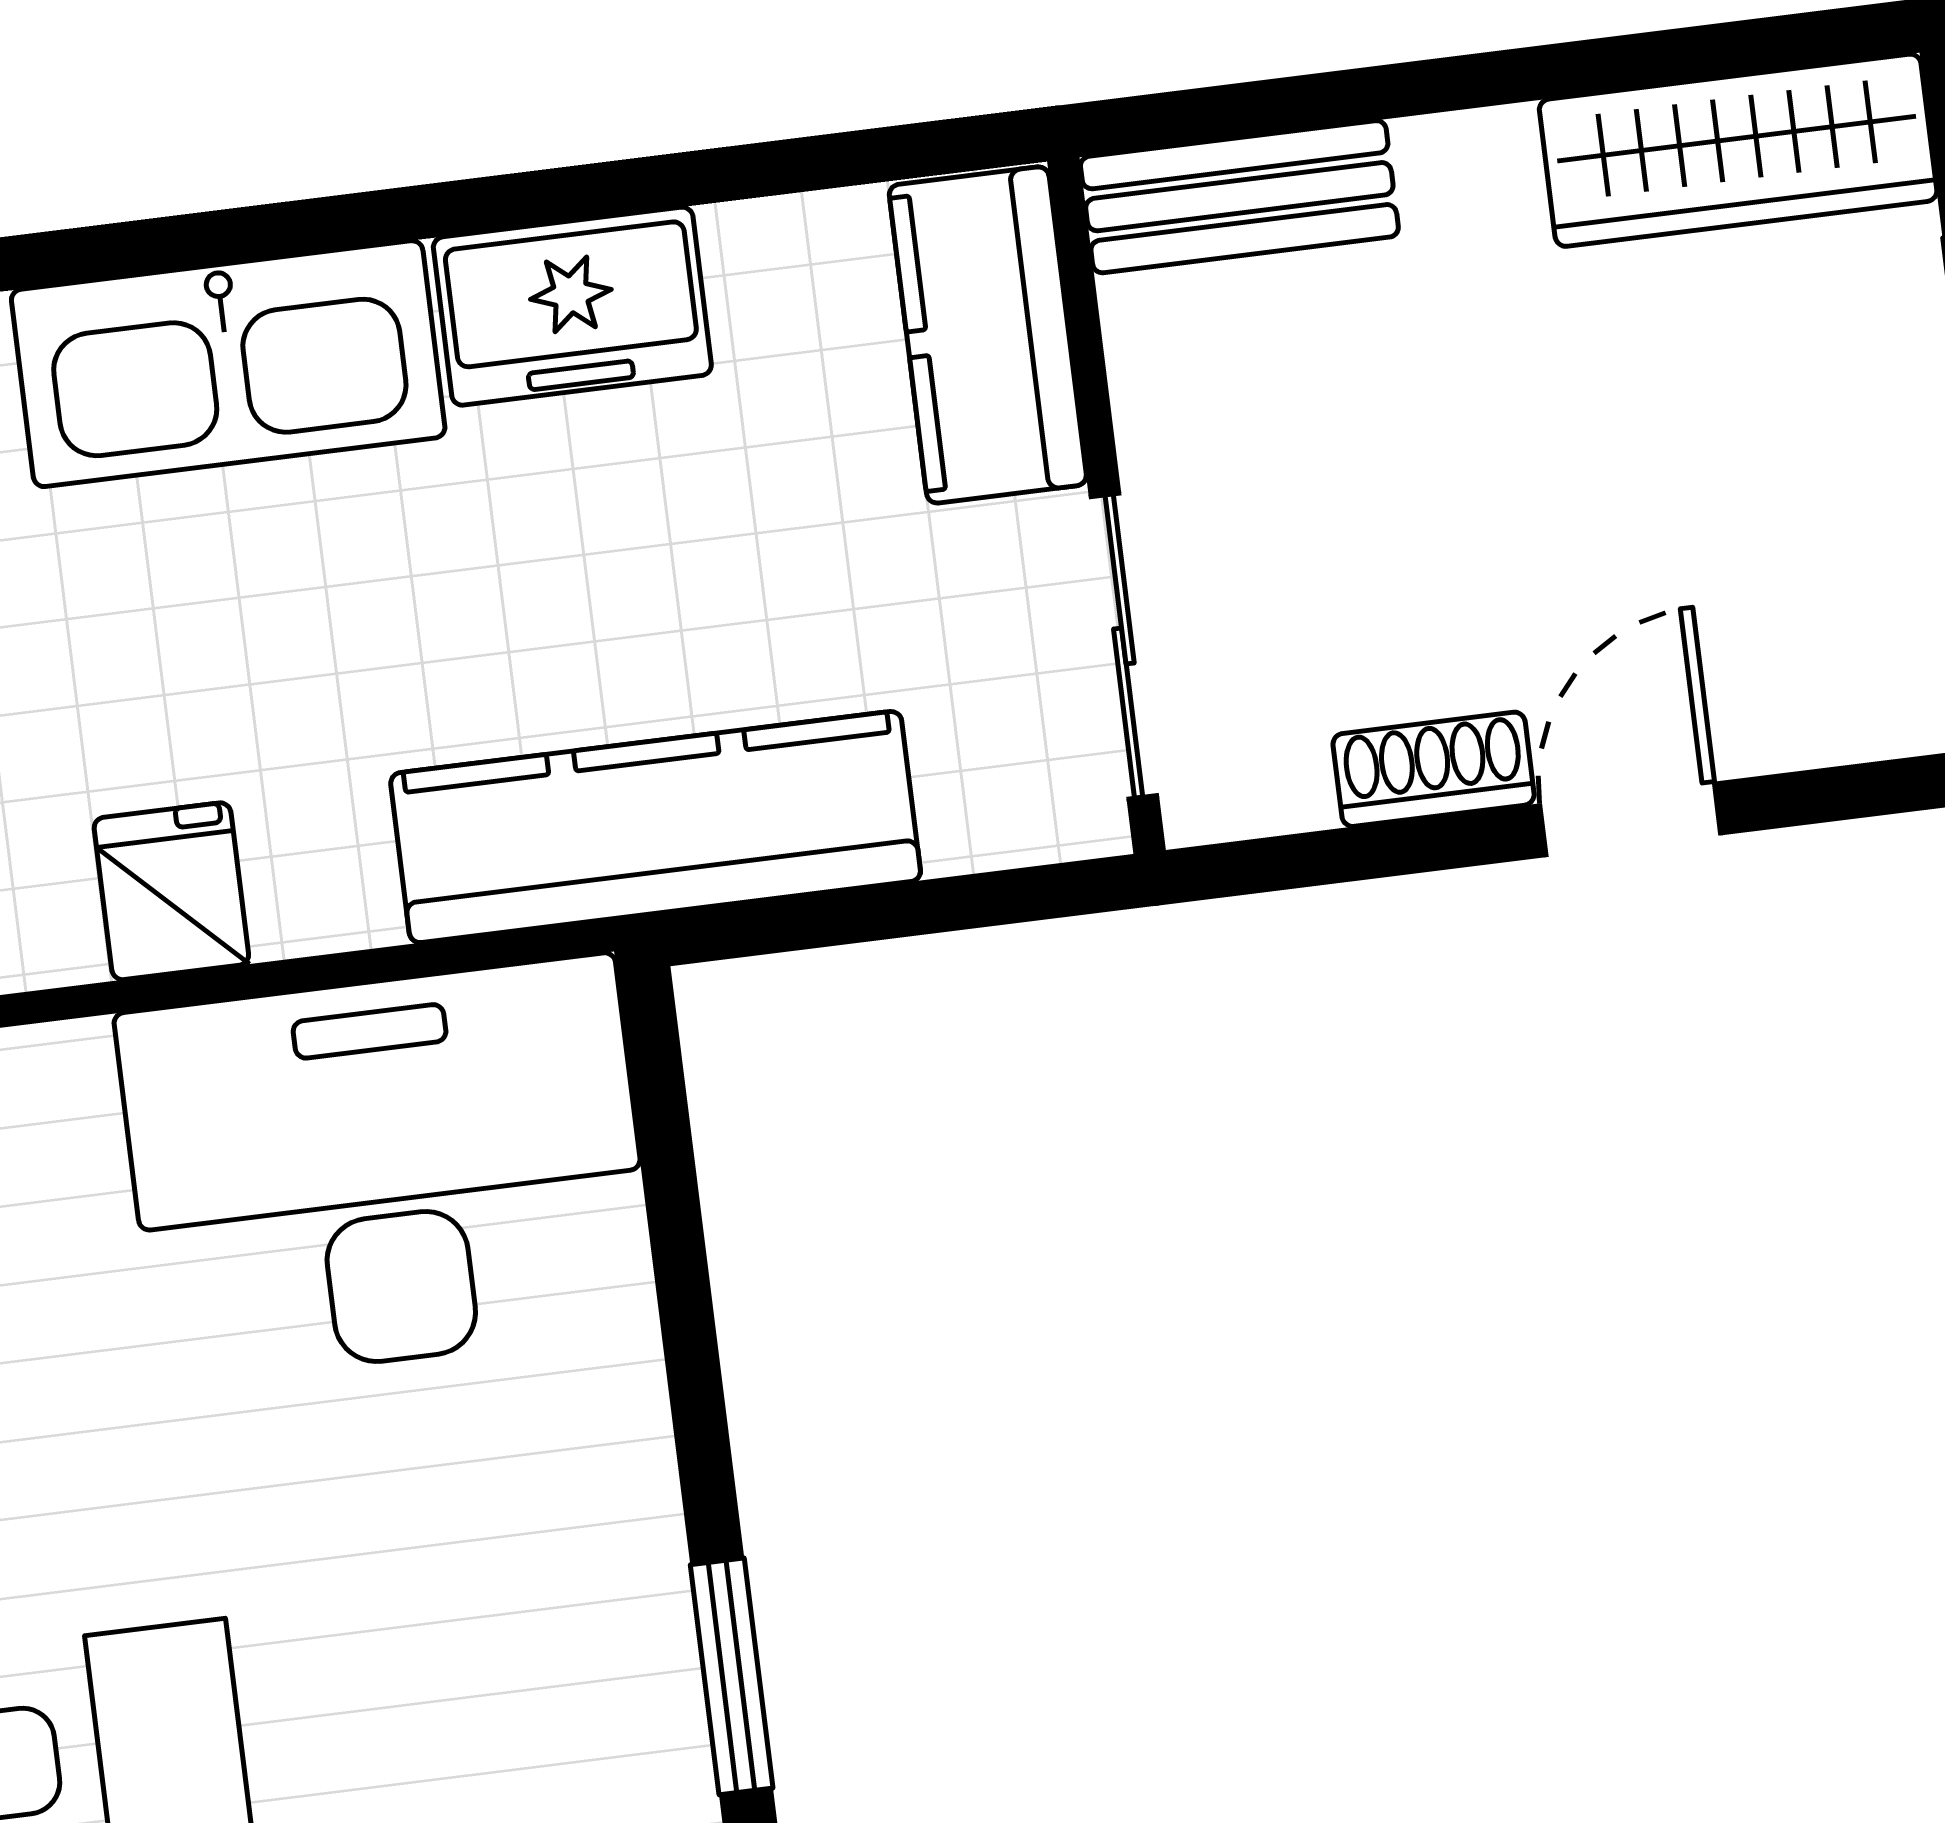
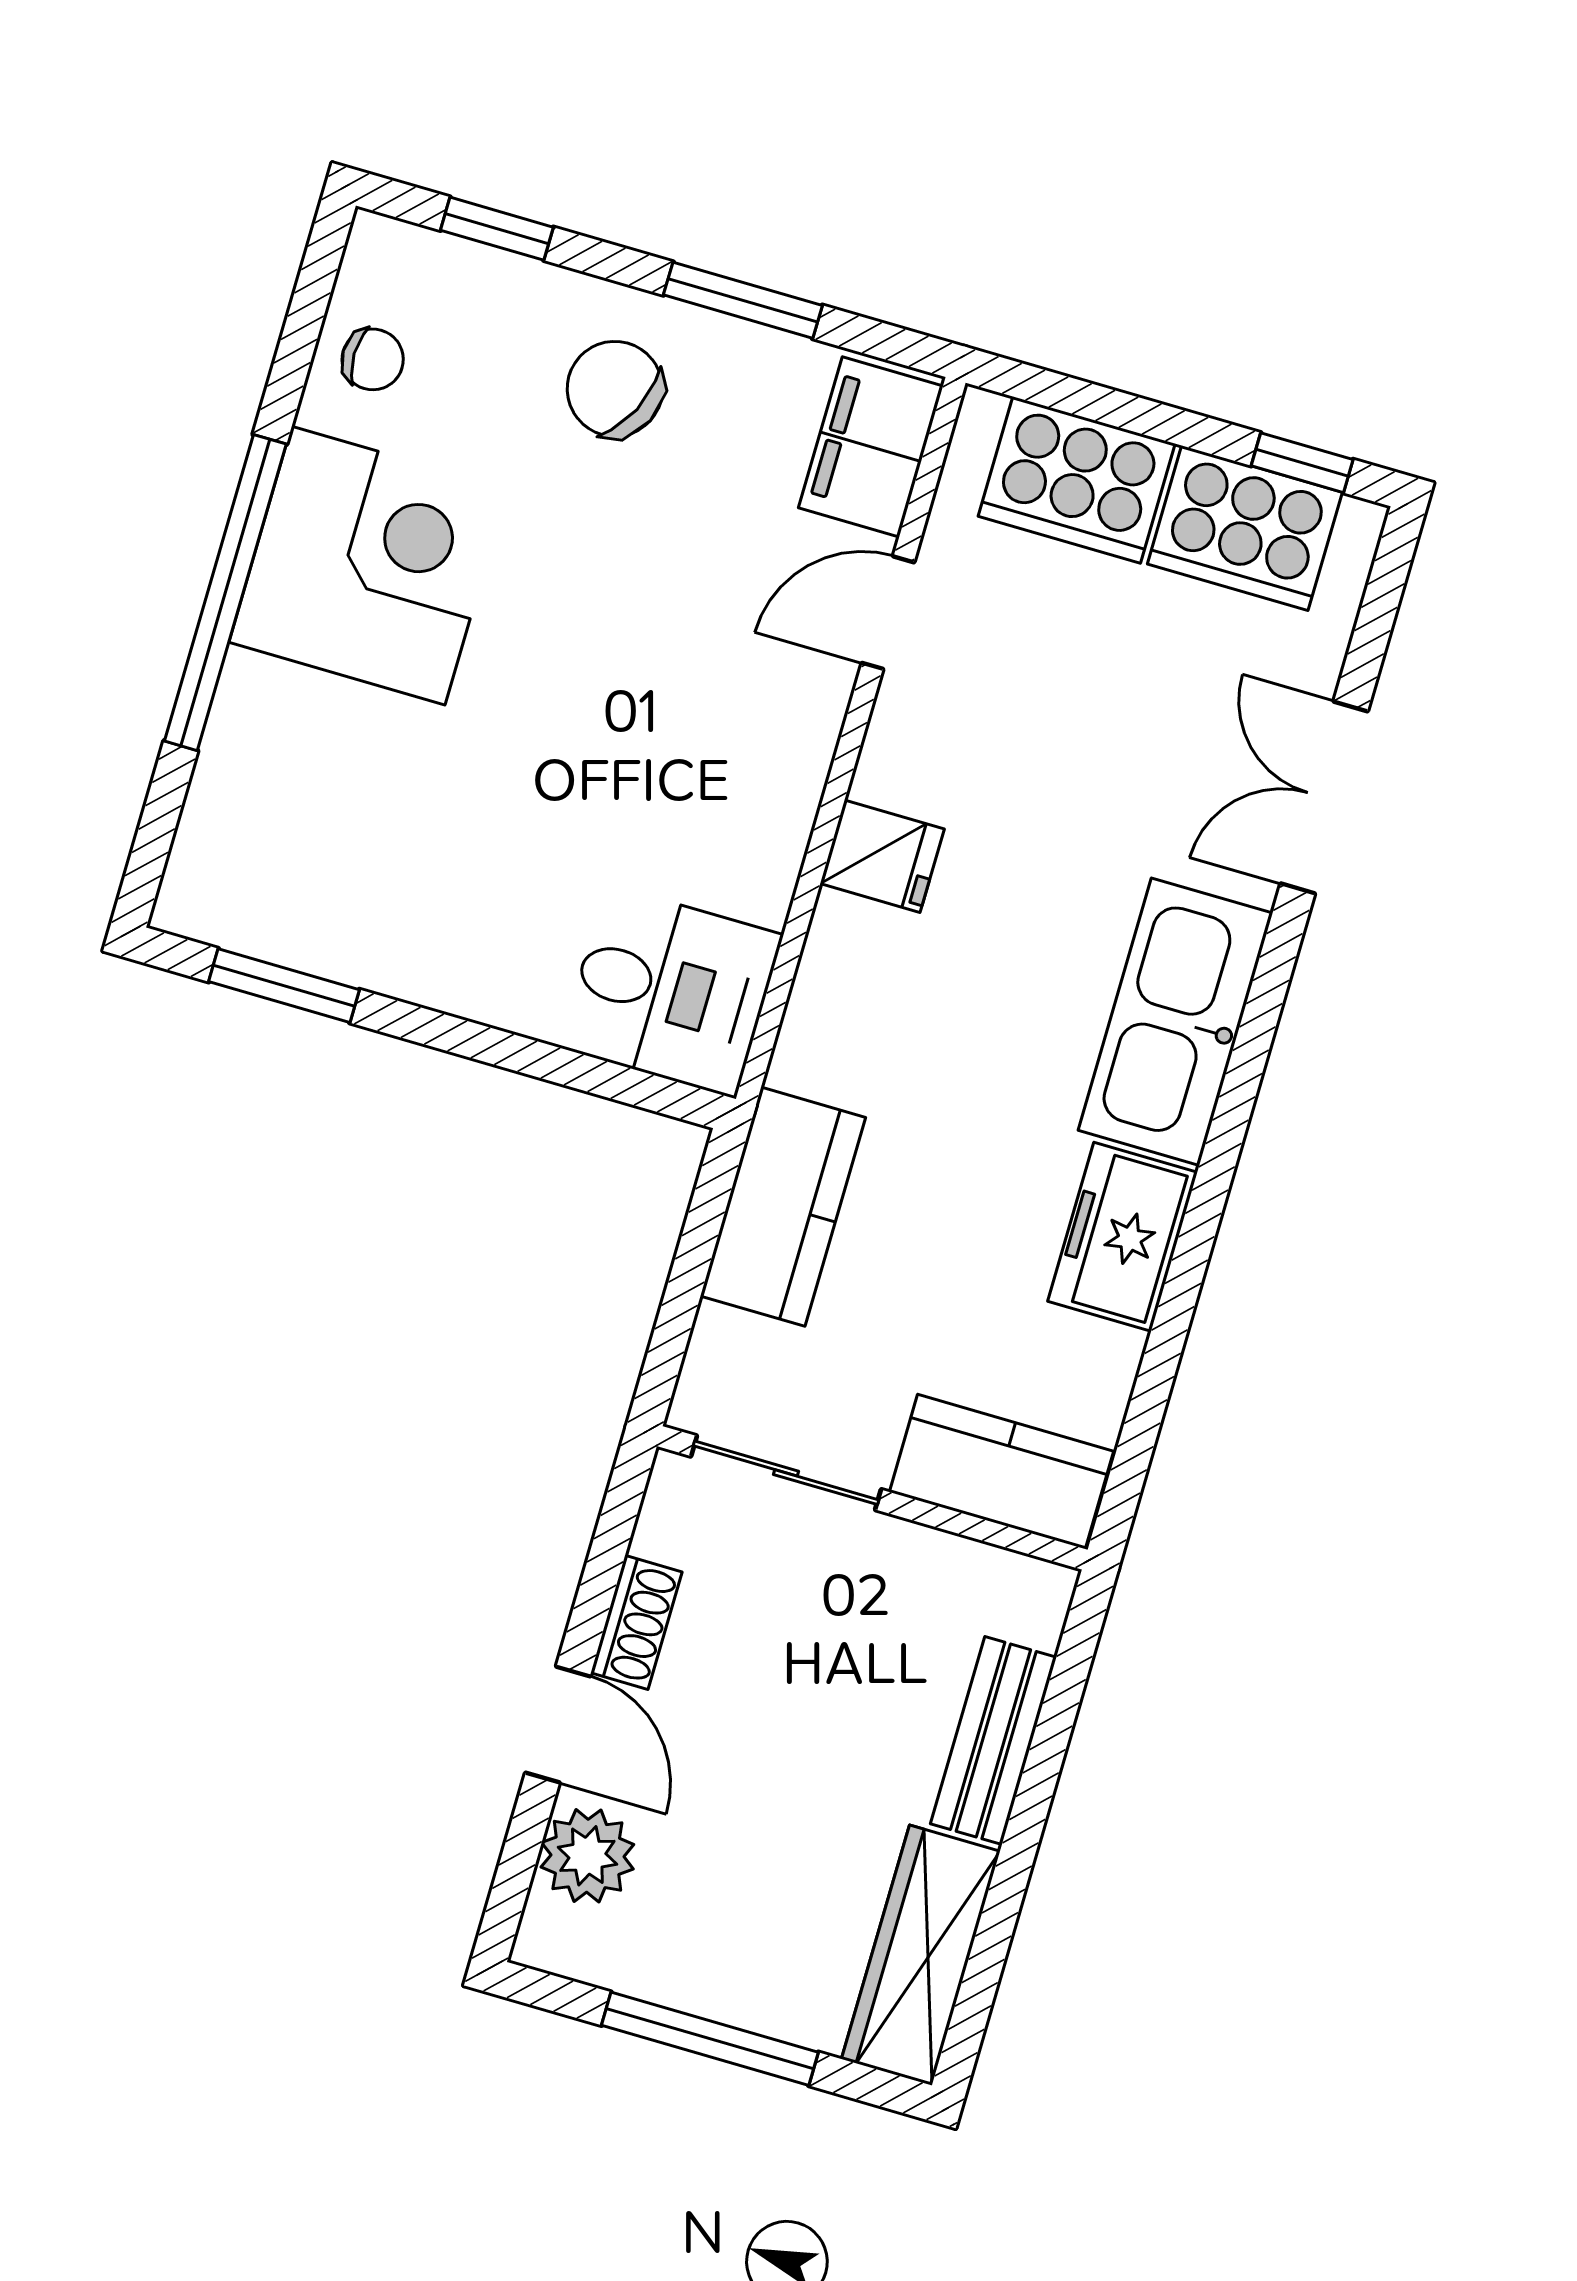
bench: (1239, 197) -> (993, 1740), moved
plant: (1802, 695) -> (587, 1856), added
kitchen counter: (656, 827) -> (783, 1207), width x0.67
desk: (387, 1170) -> (671, 991), width x0.53, depth x0.77

